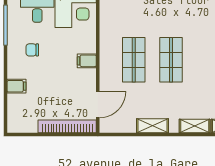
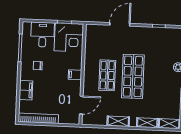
shop shelf: (171, 60) -> (133, 76), width x1.43, depth x1.36
filing cabinet: (16, 86) -> (26, 90), width x2.00
bookcase: (67, 126) -> (38, 118), moved

